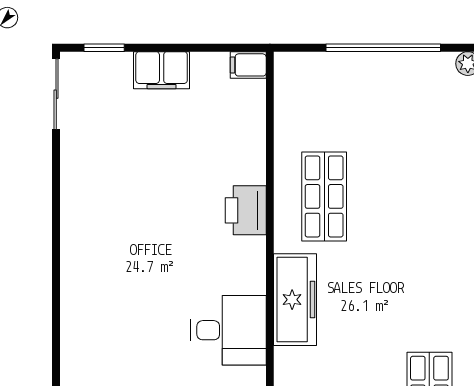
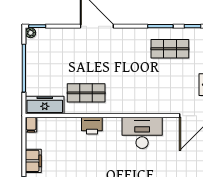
freezer: (295, 300) -> (45, 105), moved
desk: (228, 330) -> (142, 133), width x1.37

